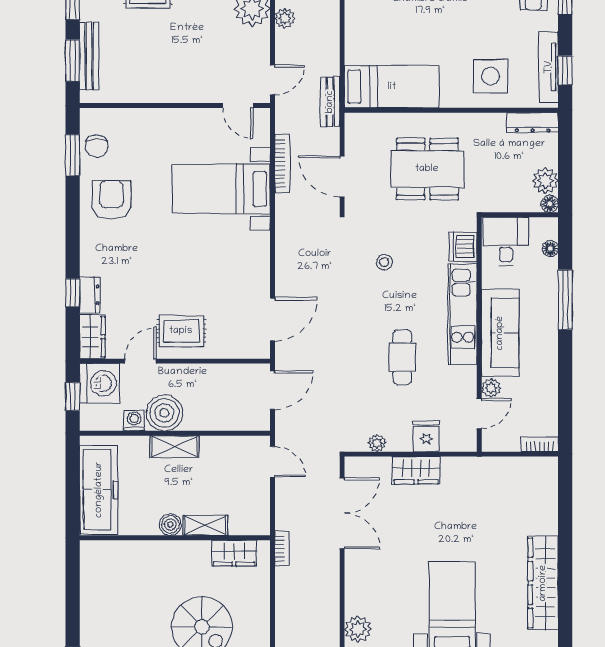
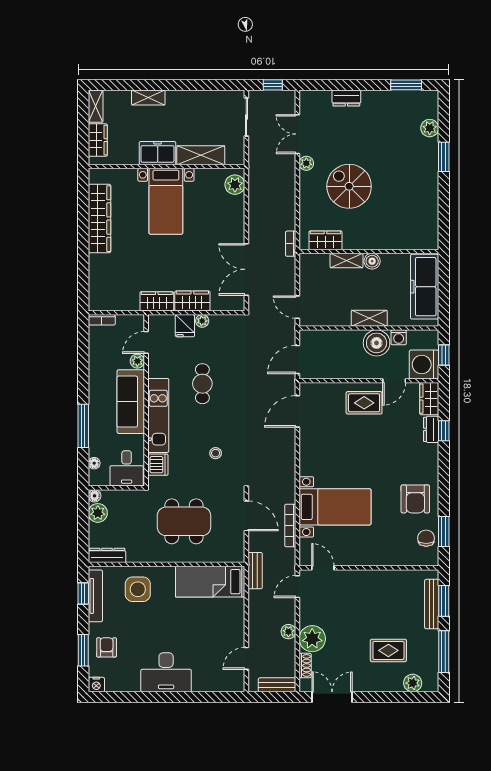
plant: (377, 443) -> (202, 321), moved
wardrobe: (465, 470) -> (157, 301), added

